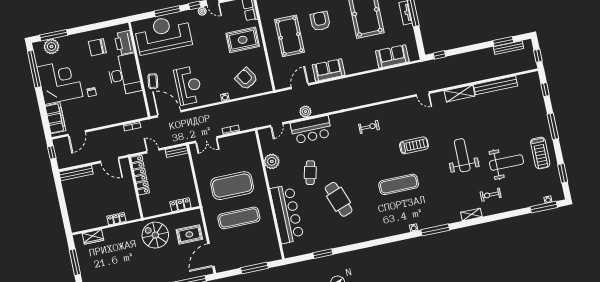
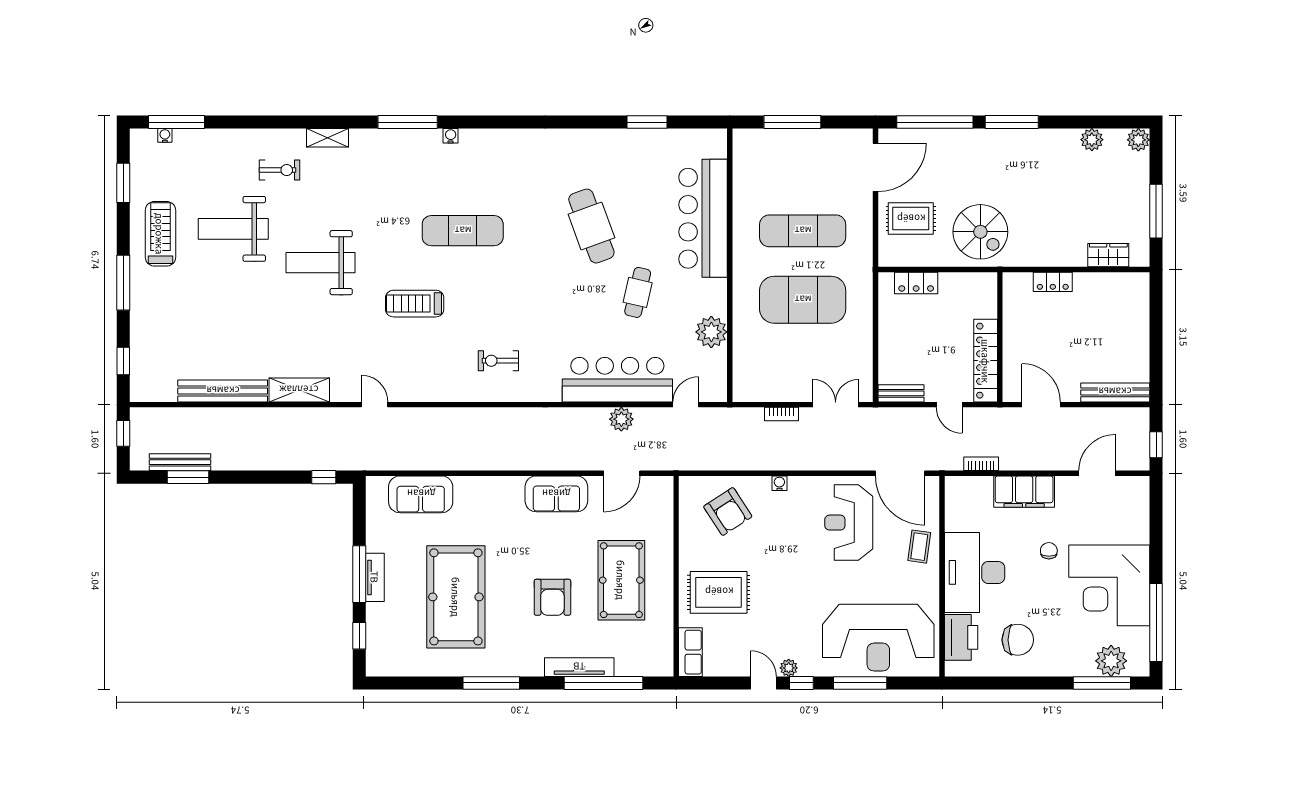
filing cabinet: (55, 118) -> (1024, 492), moved, turned -90
bar counter: (311, 130) -> (617, 380), width x1.36
weight bench: (462, 155) -> (321, 263), turned 90

